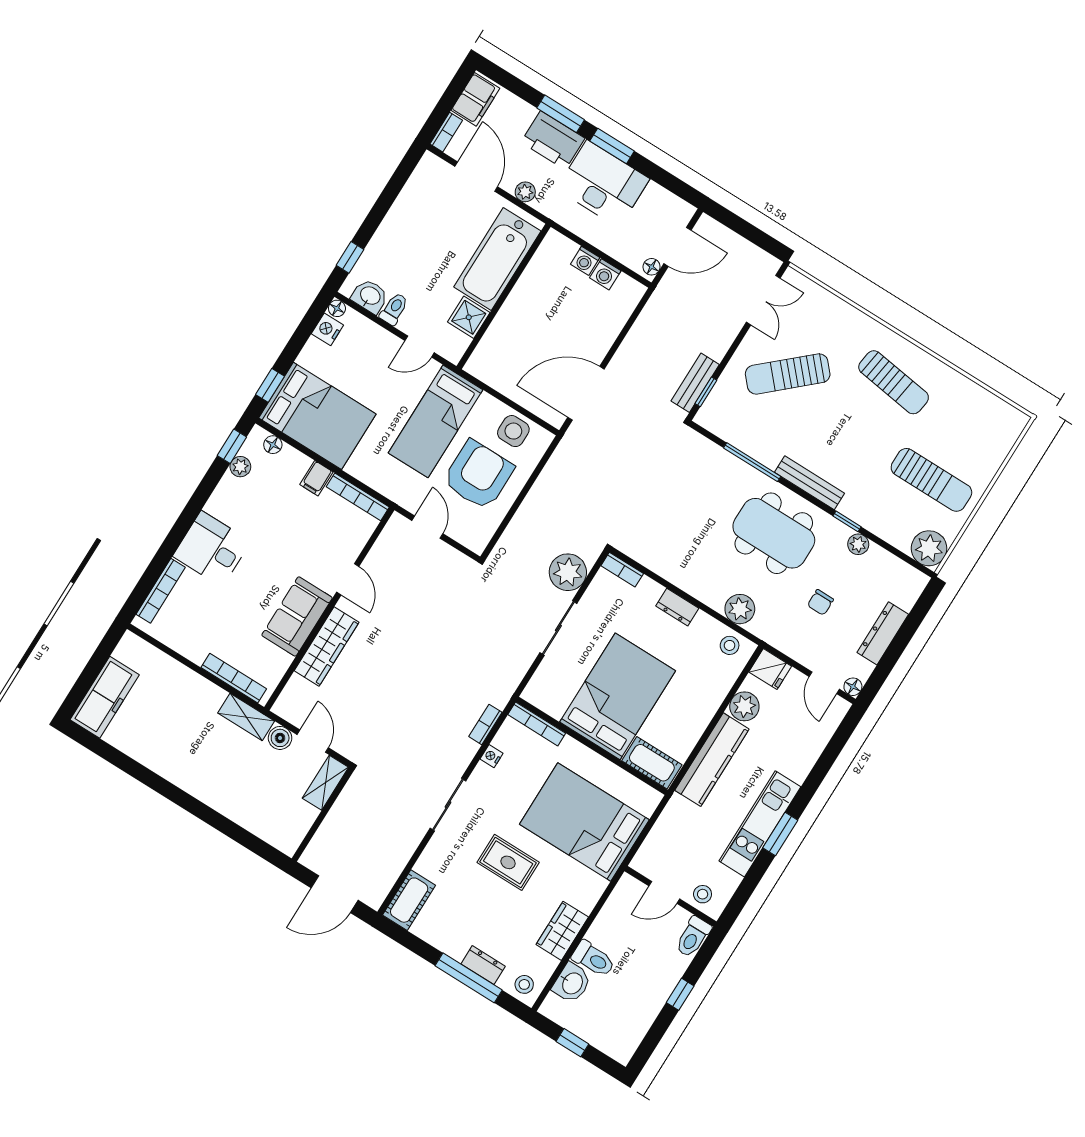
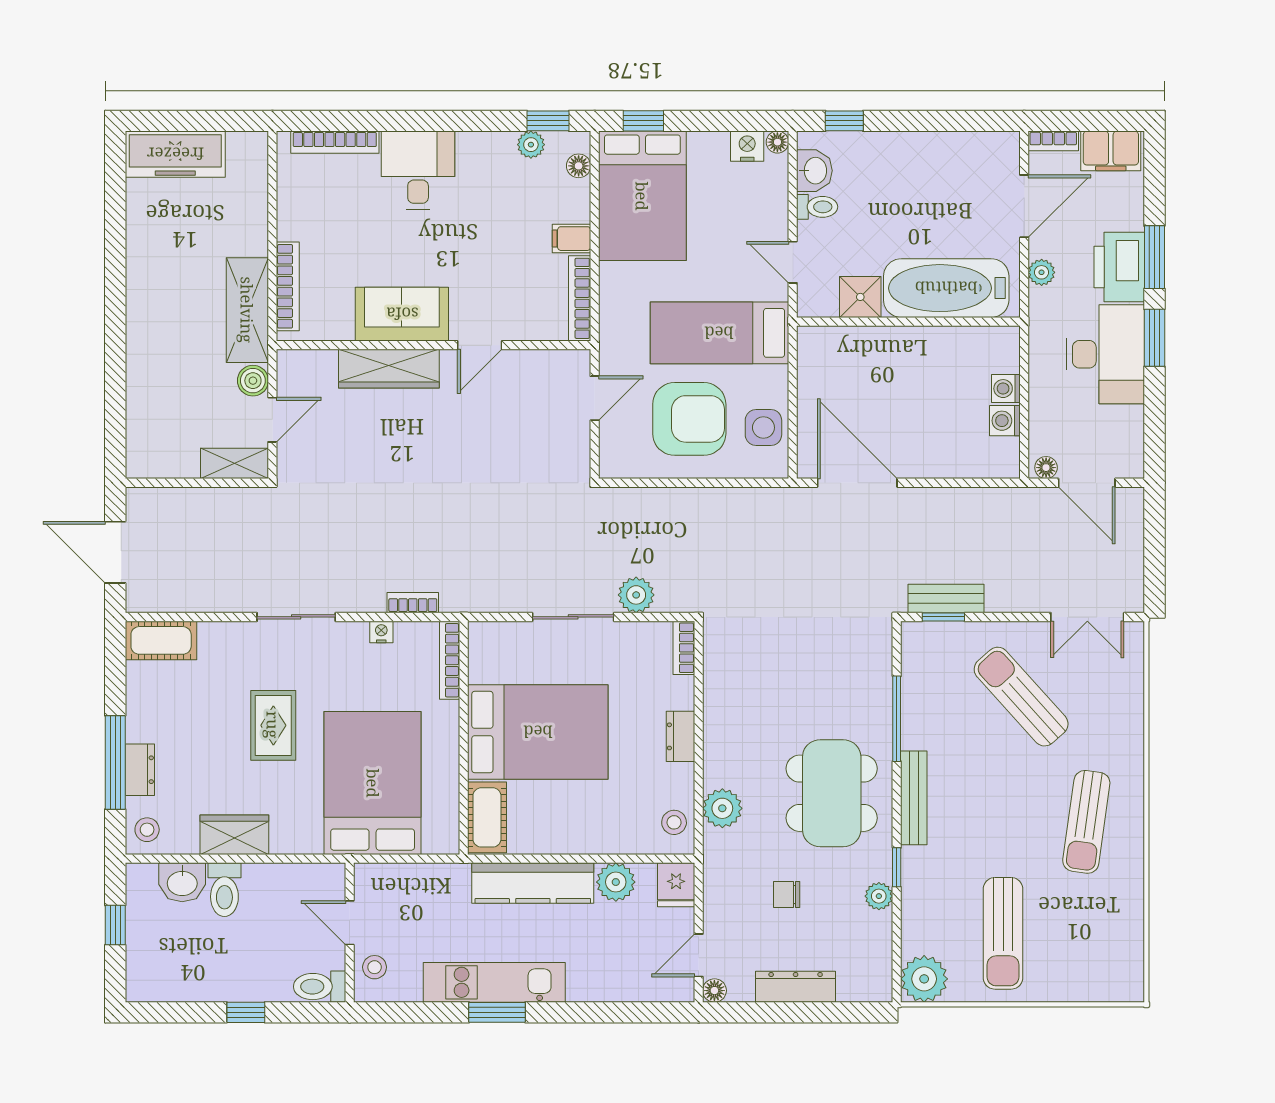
plant: (568, 572) -> (636, 595), width x0.73, depth x0.73
shelving: (246, 717) -> (247, 310), width x1.50, depth x1.33

